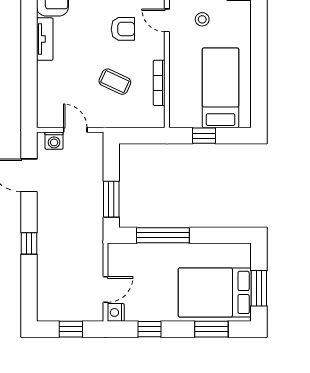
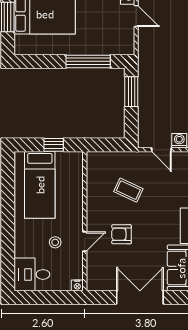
door: (167, 20) -> (85, 241), hinge flipped
bookcase: (159, 83) -> (91, 189), removed
door: (106, 289) -> (136, 16), swing flipped

